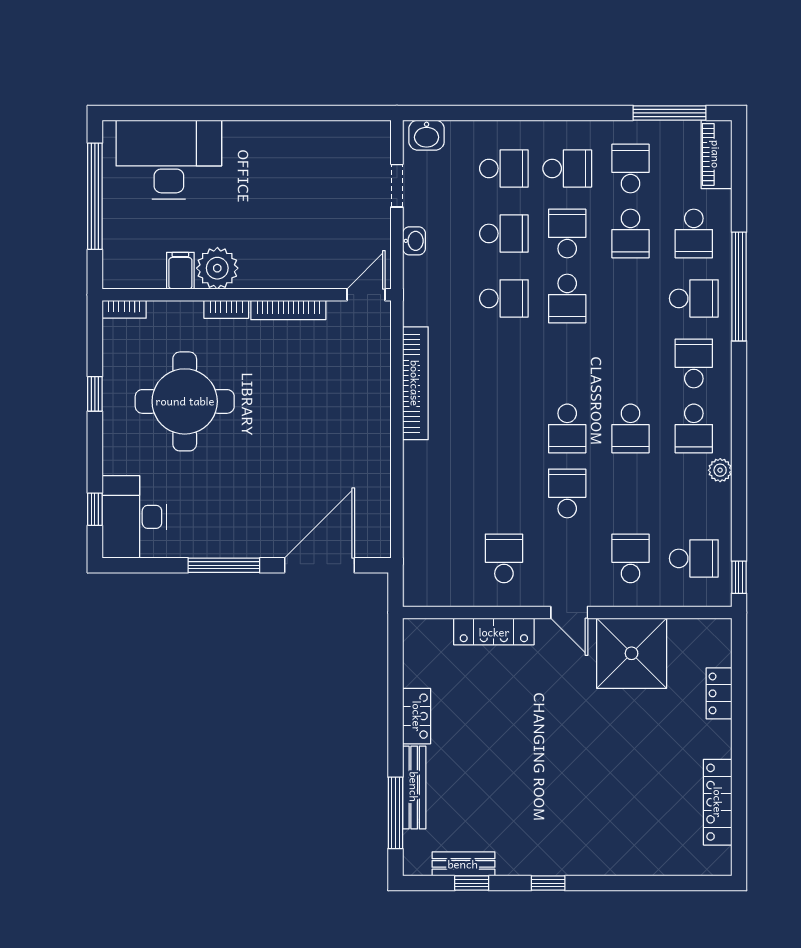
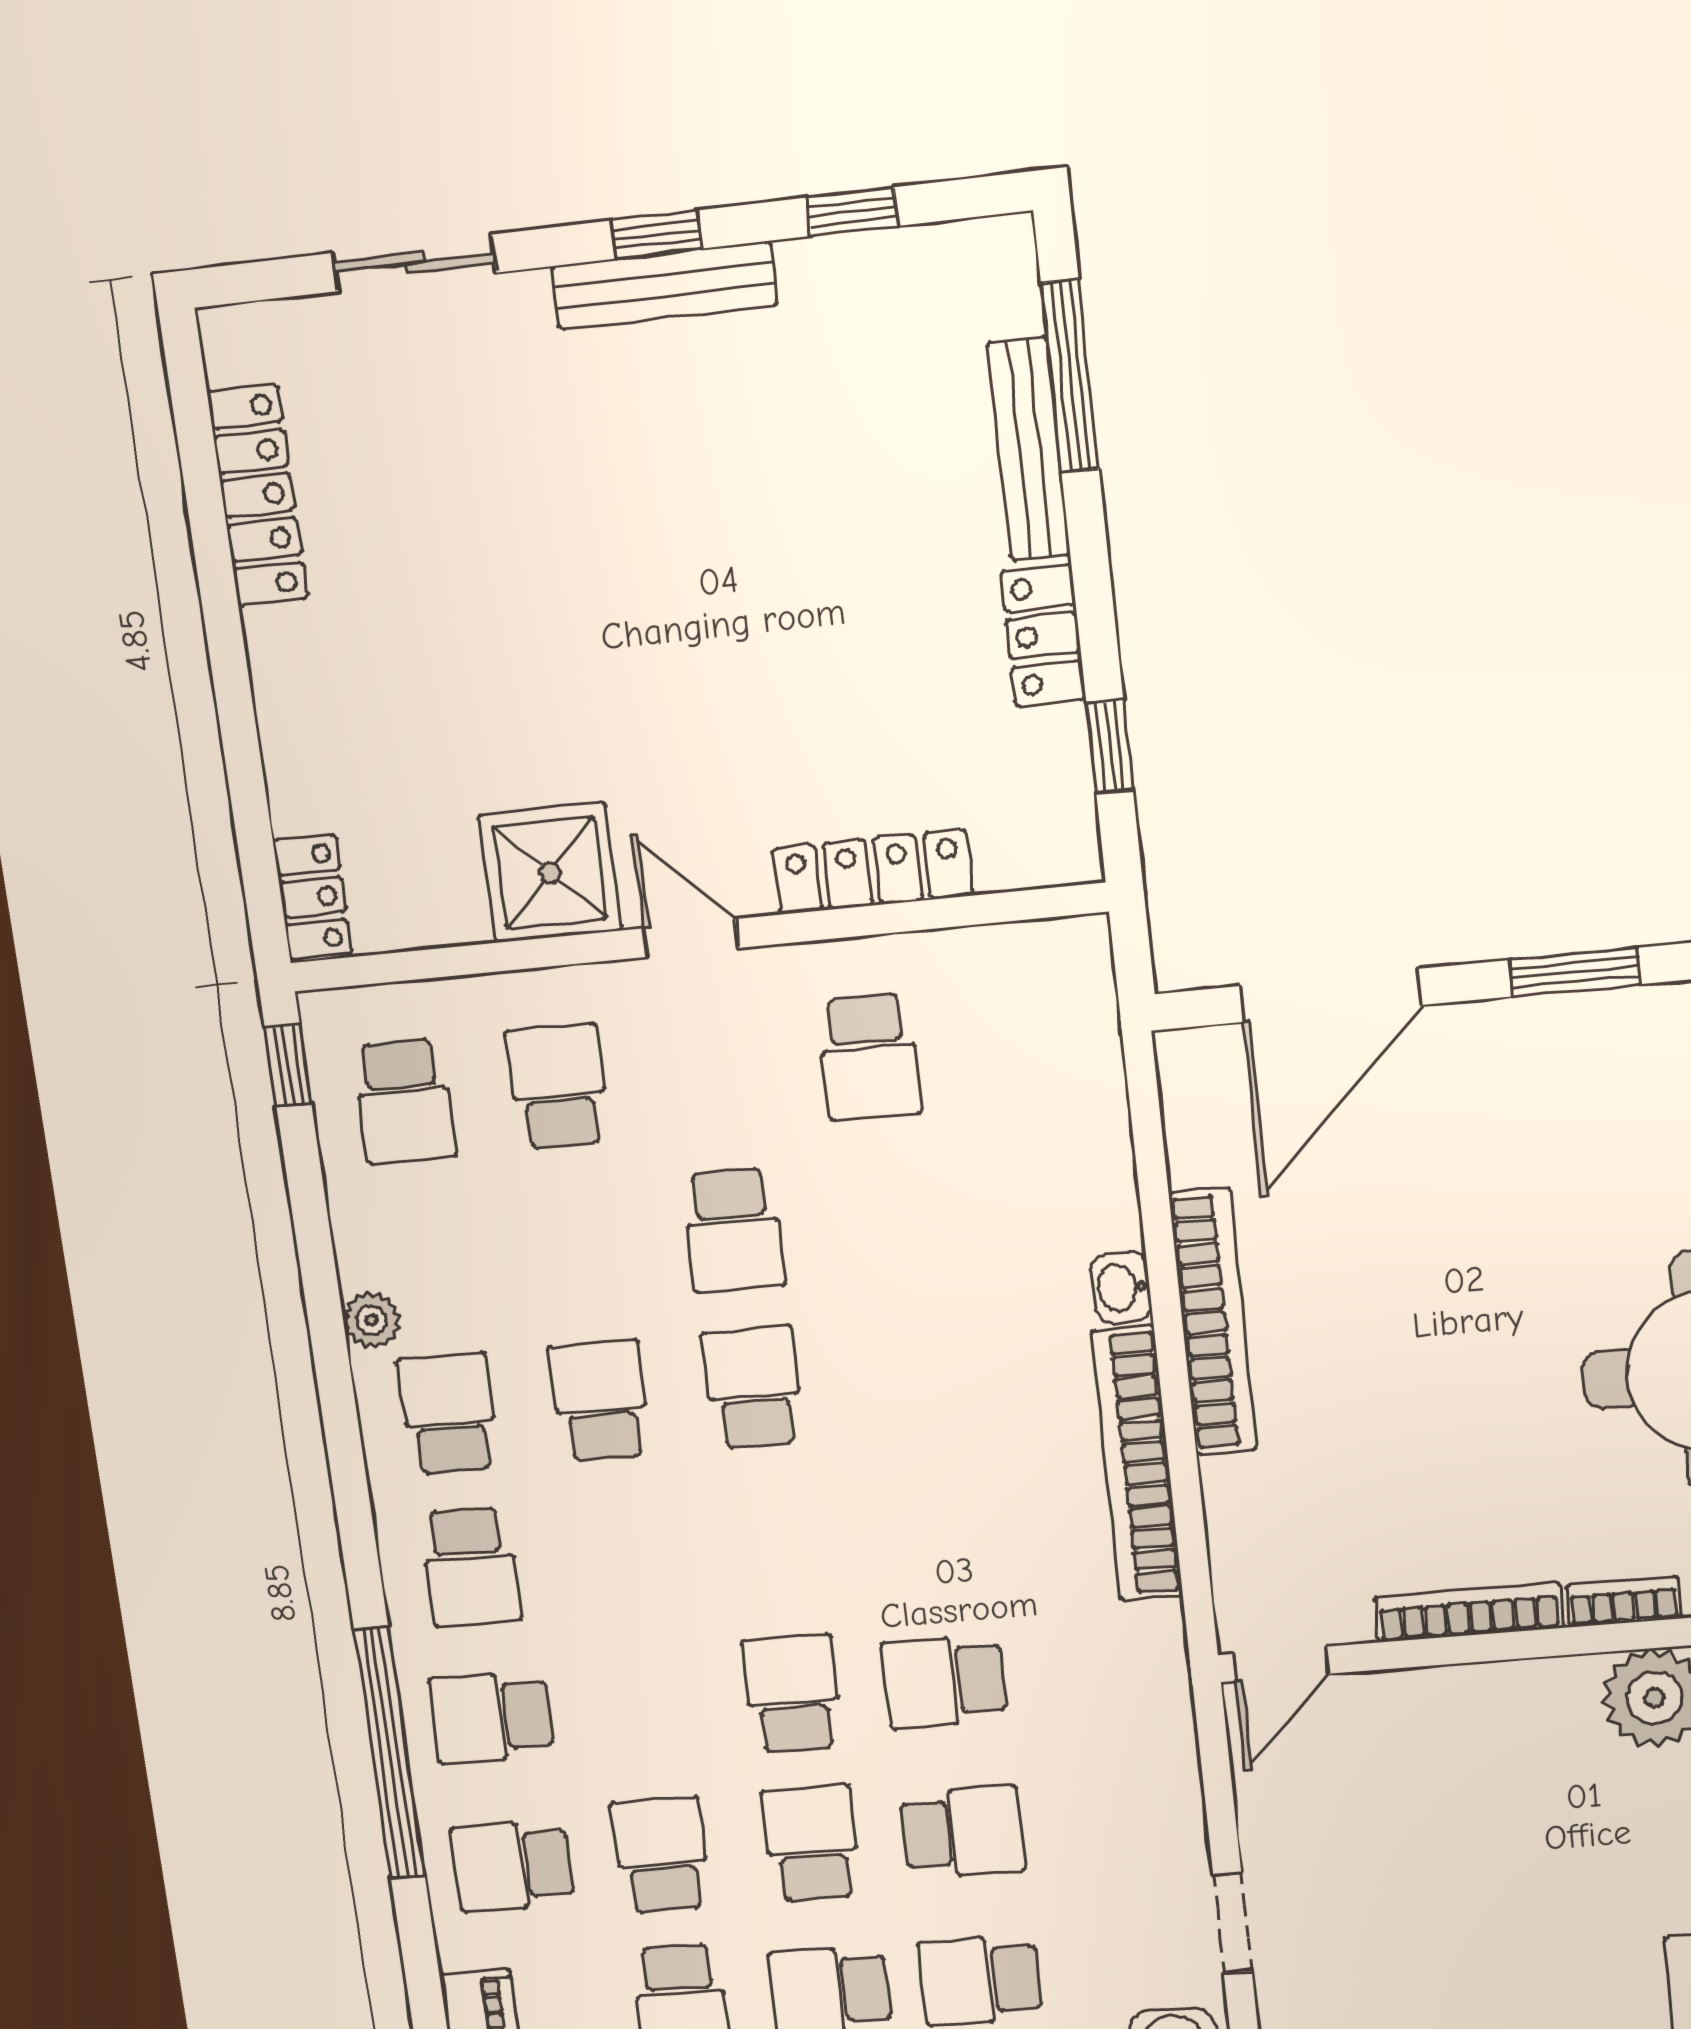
school desk: (504, 233) -> (963, 1832), turned 180
school desk: (567, 233) -> (811, 1843), turned 180
school desk: (694, 233) -> (513, 1866), turned -90
washbasin: (414, 241) -> (1121, 1288), moved
bookcase: (379, 439) -> (1213, 1322), added
school desk: (631, 558) -> (558, 1087), turned 180
school desk: (694, 558) -> (404, 1101), turned -90
window: (224, 565) -> (1575, 972), width x0.69
shower: (632, 653) -> (550, 873), width x0.73, depth x0.73
window: (395, 671) -> (1110, 746), added
locker: (719, 693) -> (313, 897), moved
bench: (463, 864) -> (664, 285), moved, width x1.36
sliding door: (643, 883) -> (414, 263), added

